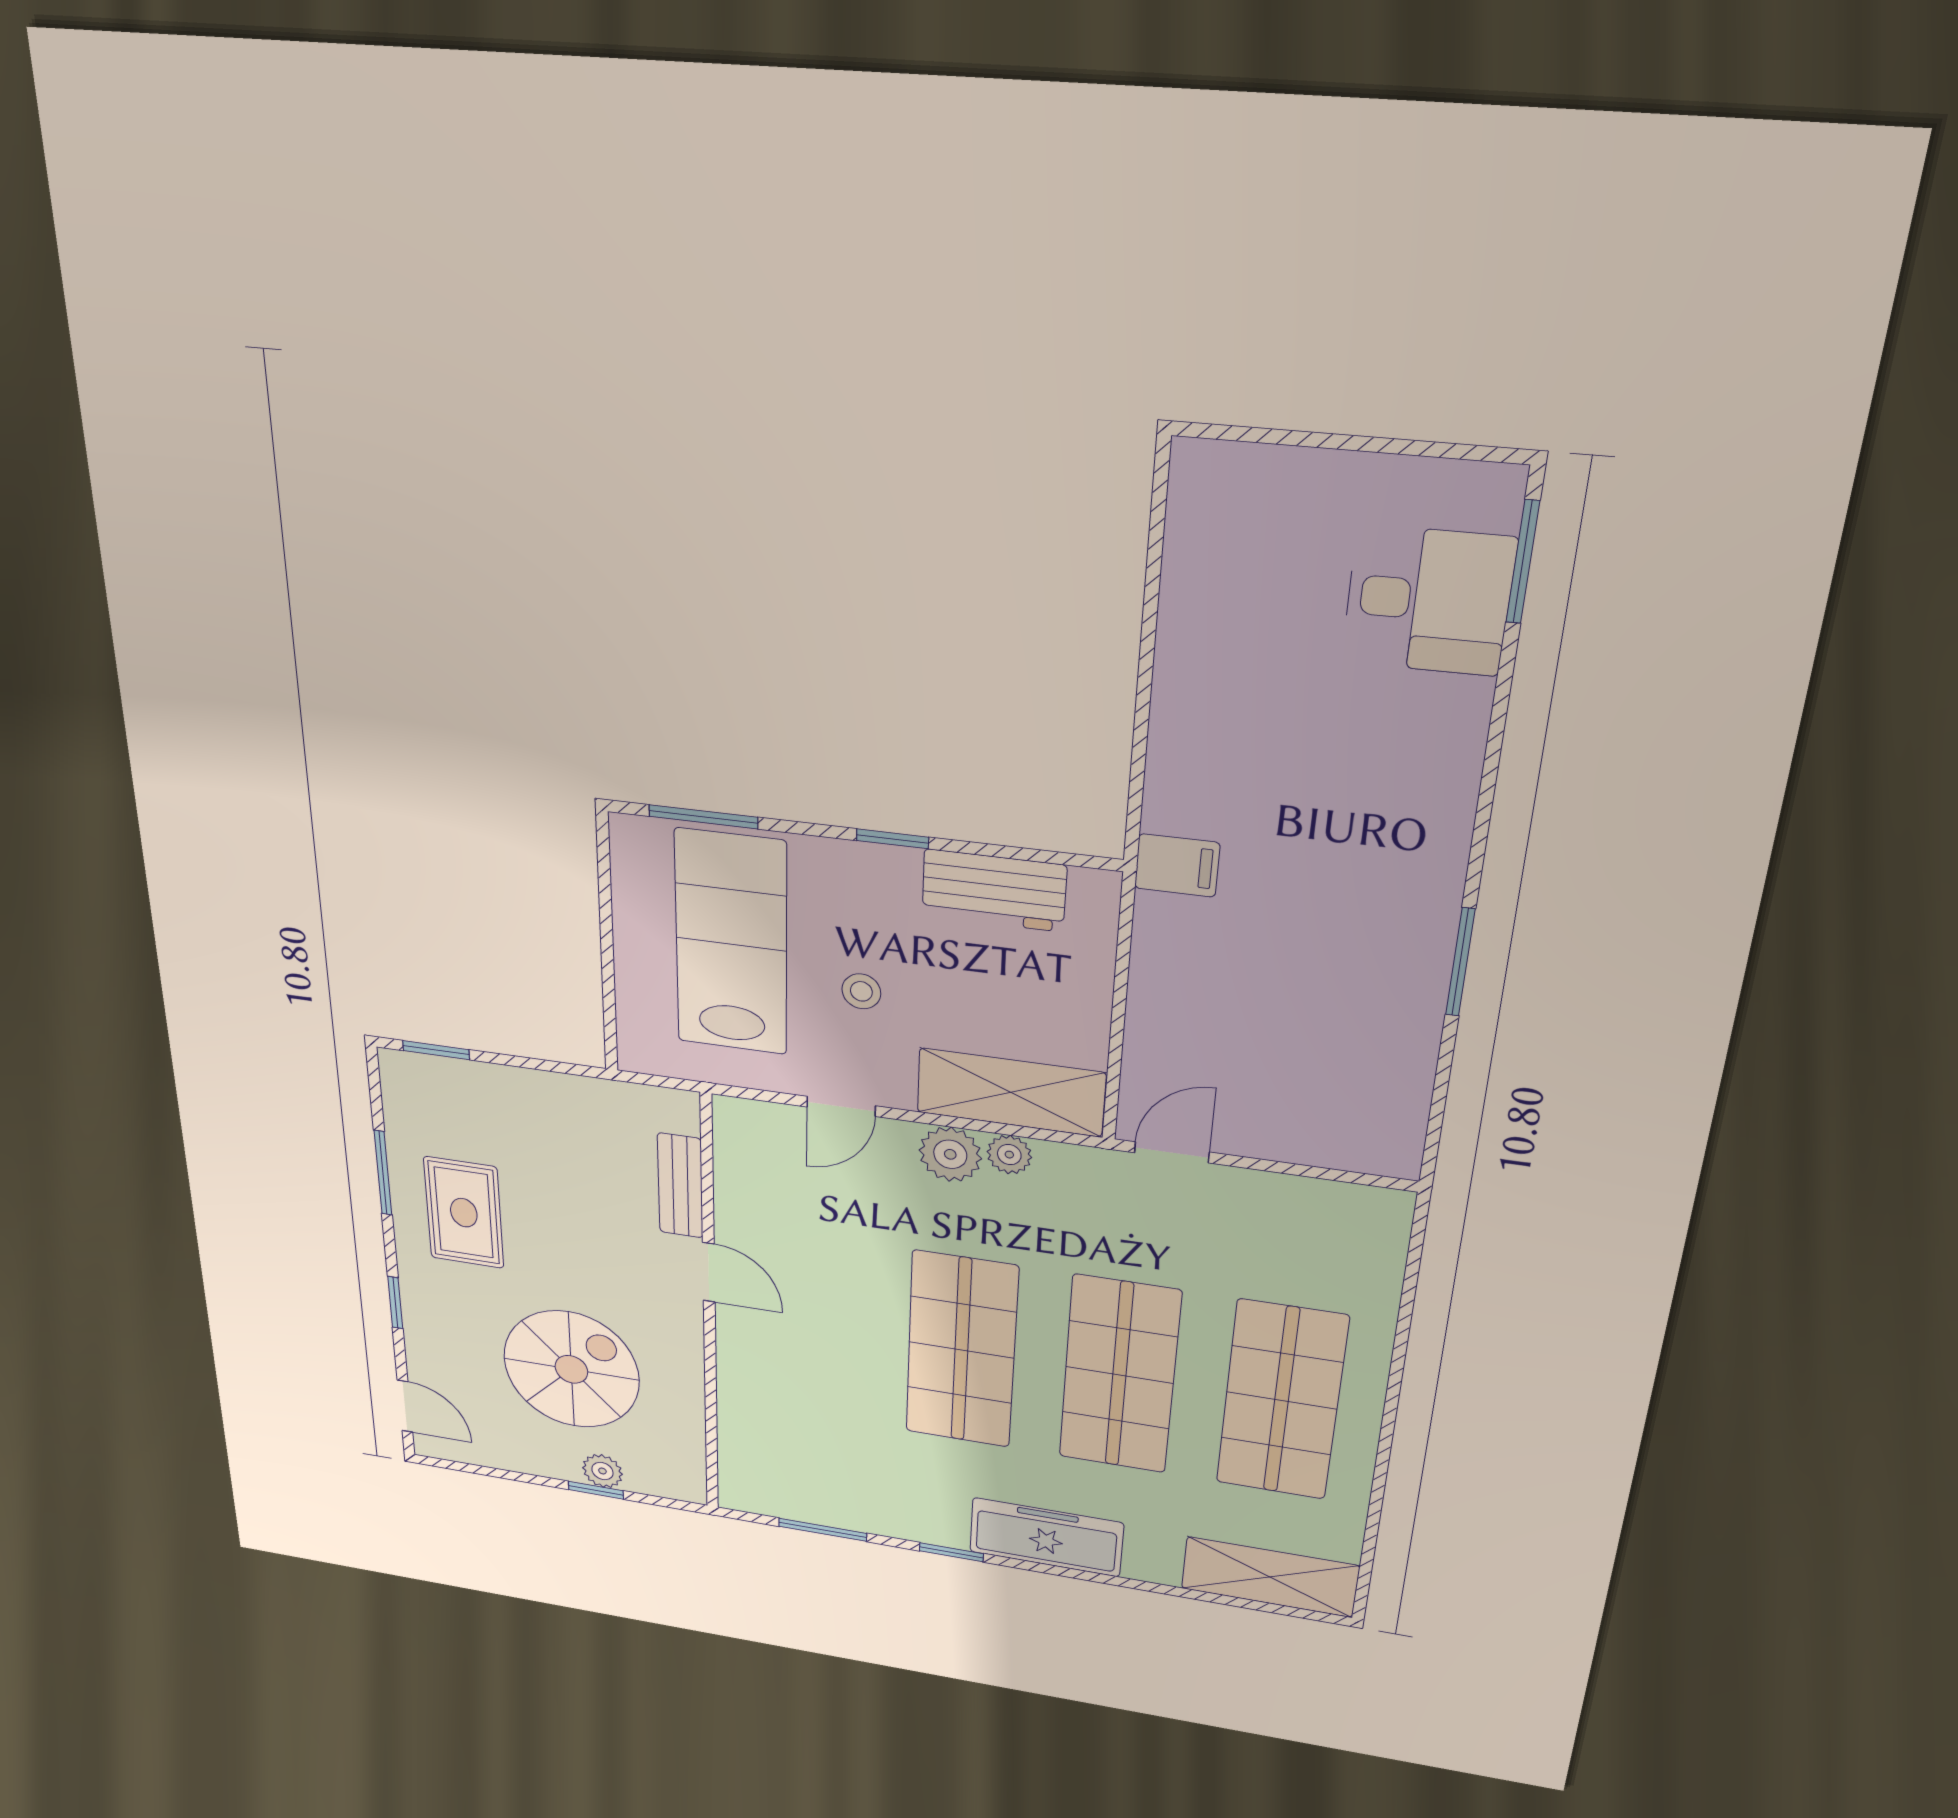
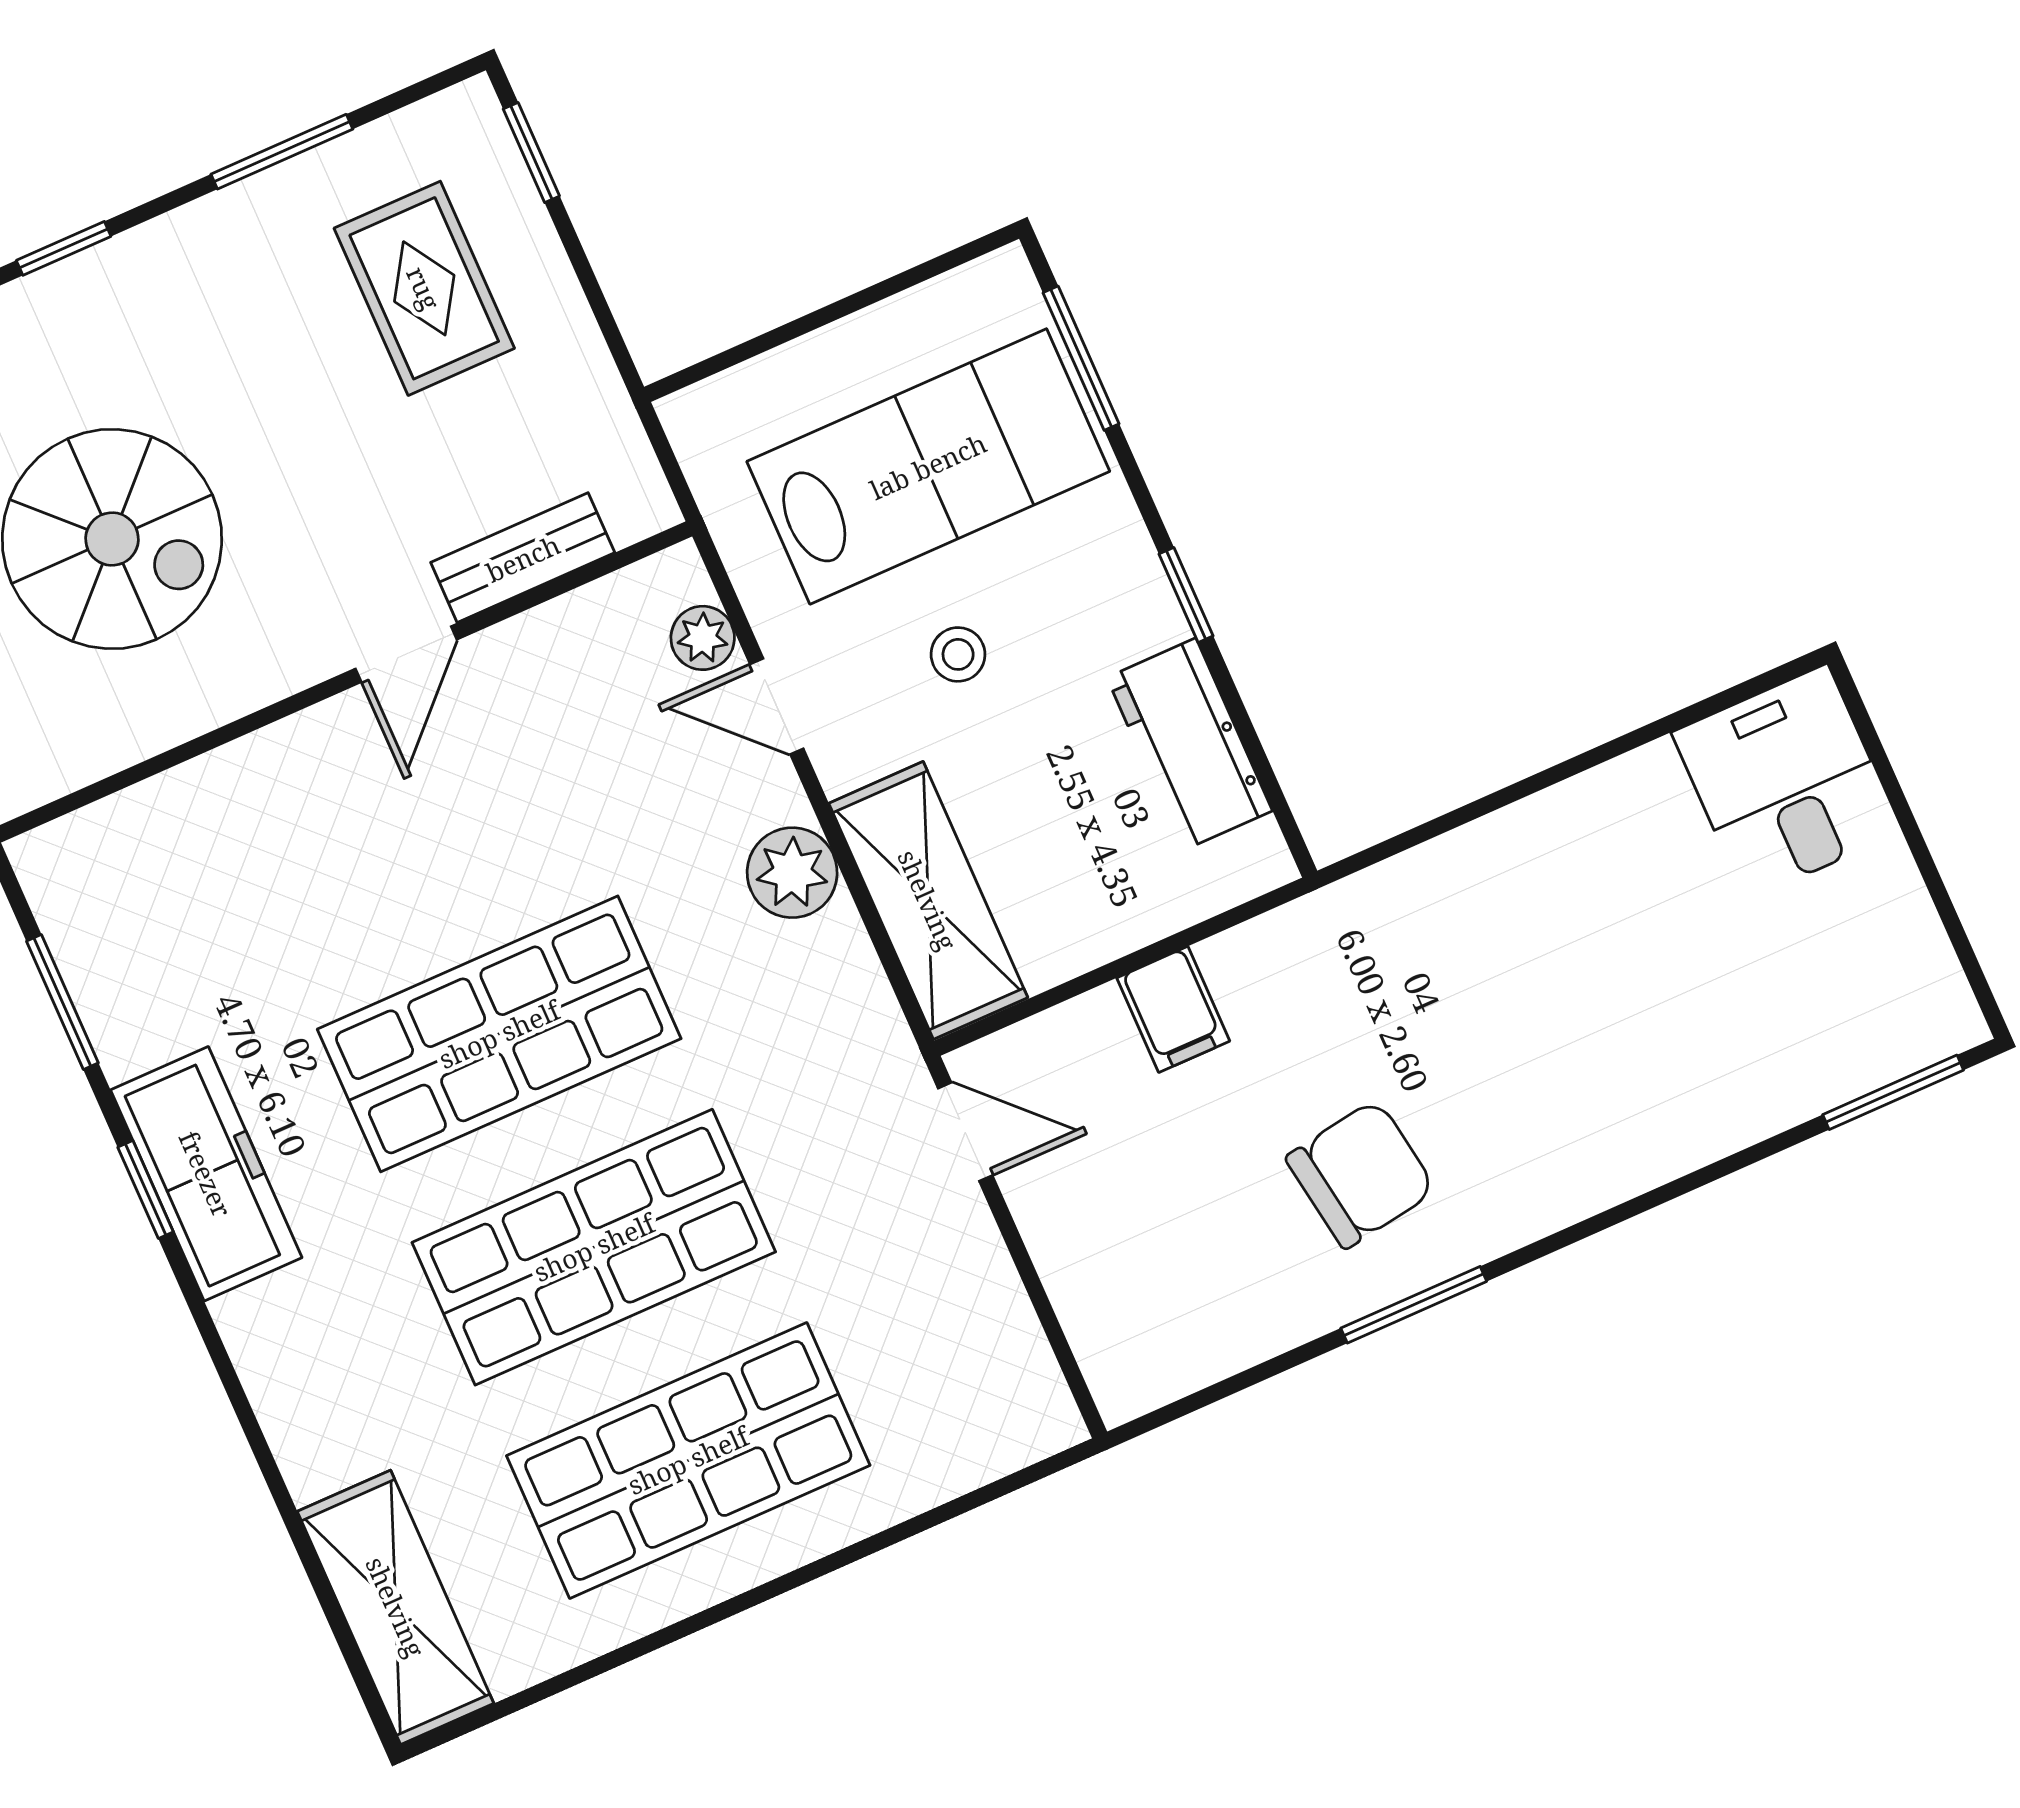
desk: (1428, 600) -> (1787, 782), moved, turned 180
filing cabinet: (1177, 865) -> (1173, 1009), moved
chair: (1348, 945) -> (1361, 1174), added
plant: (1009, 1155) -> (703, 638), moved
rug: (464, 1213) -> (424, 288), moved, turned 90
freezer: (1046, 1537) -> (206, 1174), moved

